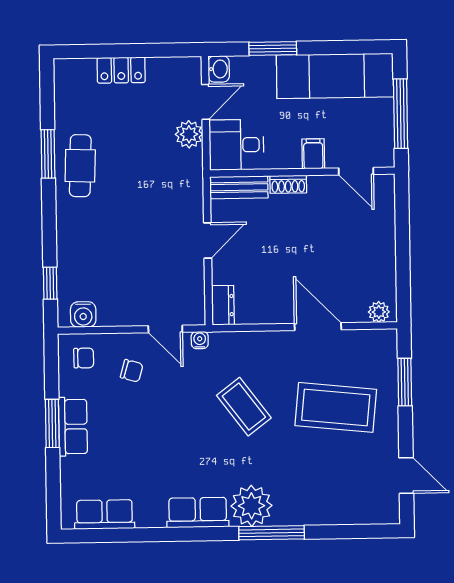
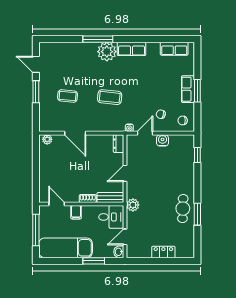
plant: (189, 134) -> (133, 205), moved
water cooler: (83, 314) -> (163, 140), moved
door: (165, 329) -> (145, 133), hinge flipped
window: (405, 382) -> (36, 92), moved
coffee table: (244, 407) -> (110, 97), turned -47
coffee table: (336, 407) -> (68, 96), width x0.54, depth x0.58

